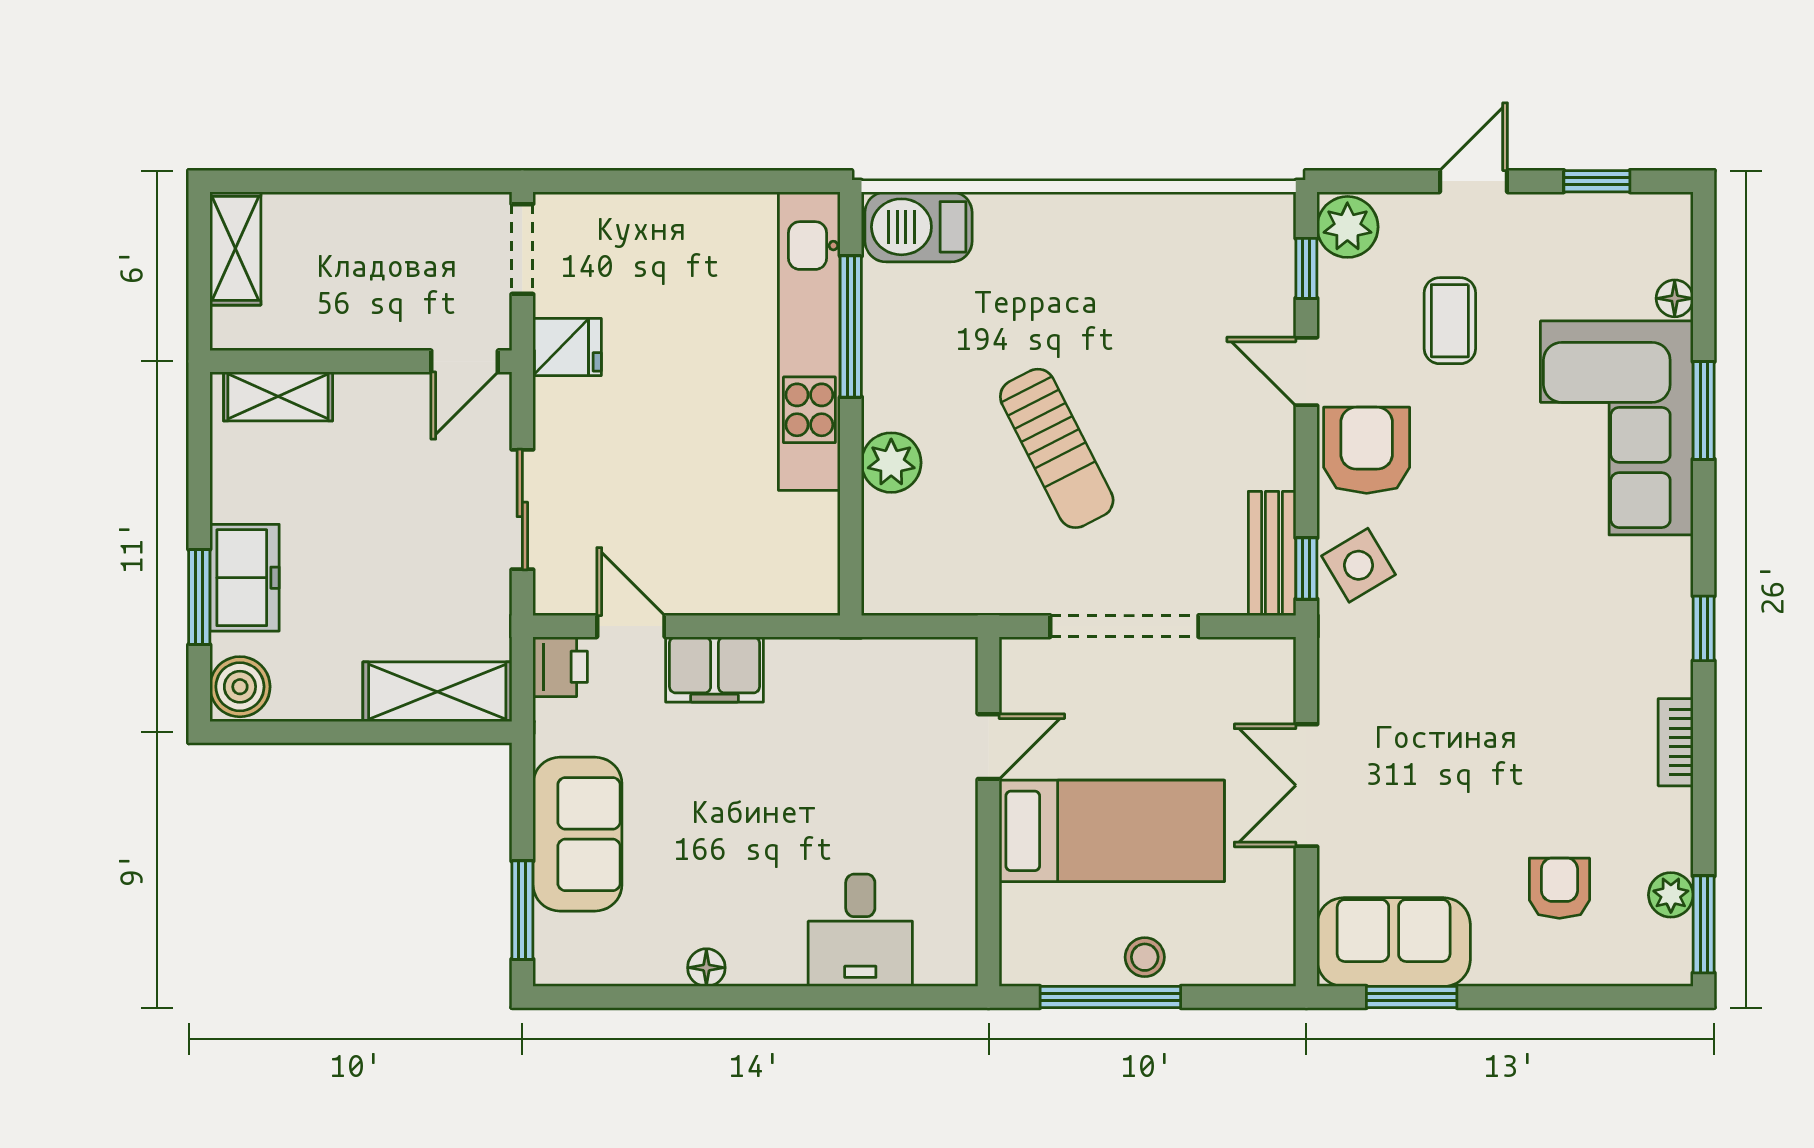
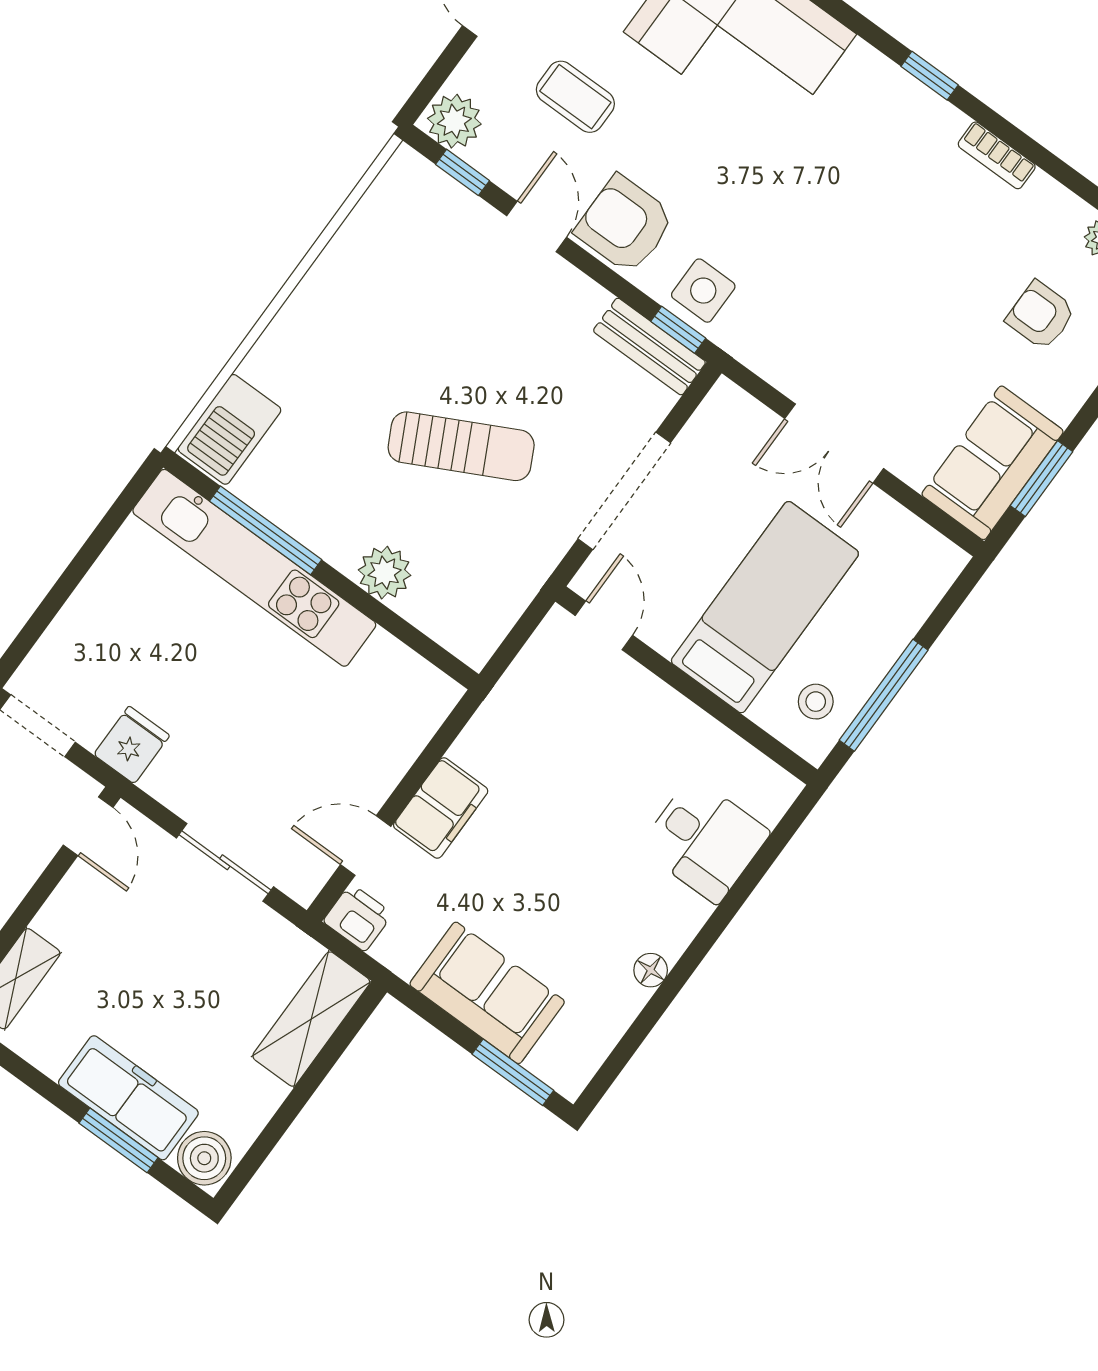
door: (1306, 371) -> (537, 226), swing flipped
side table: (1358, 565) -> (703, 291), turned 31
freezer: (245, 578) -> (128, 1098), width x1.40
door: (989, 747) -> (604, 625), moved
stool: (1145, 957) -> (816, 702), moved

